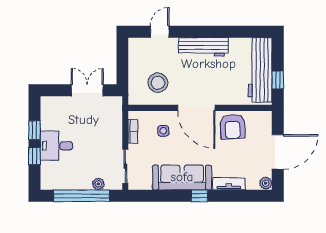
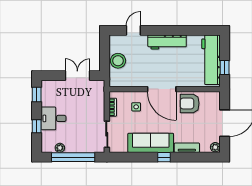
stool: (158, 83) -> (118, 61), moved
armchair: (233, 127) -> (190, 103), turned 93
window: (34, 130) -> (37, 95), moved
plant: (98, 184) -> (60, 148), moved

